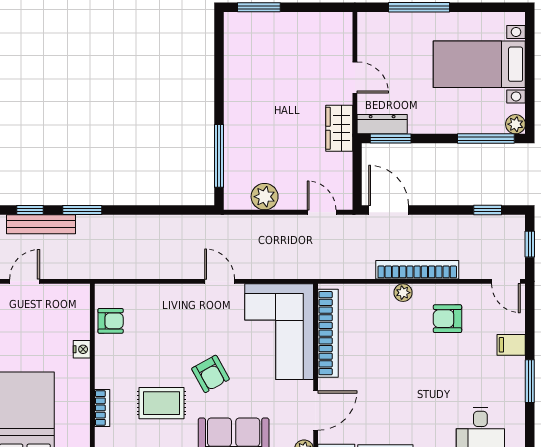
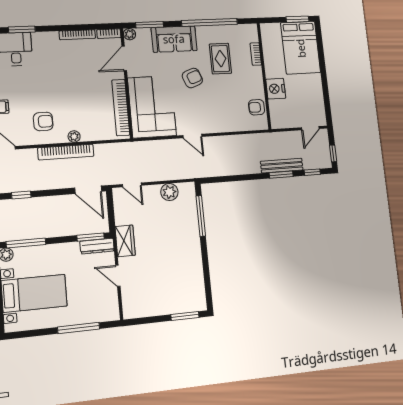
bench: (41, 224) -> (282, 166), moved
nightstand: (82, 349) -> (276, 89), width x1.89, depth x1.79
armchair: (210, 374) -> (192, 78), turned 98
rug: (162, 403) -> (220, 59), turned 90

